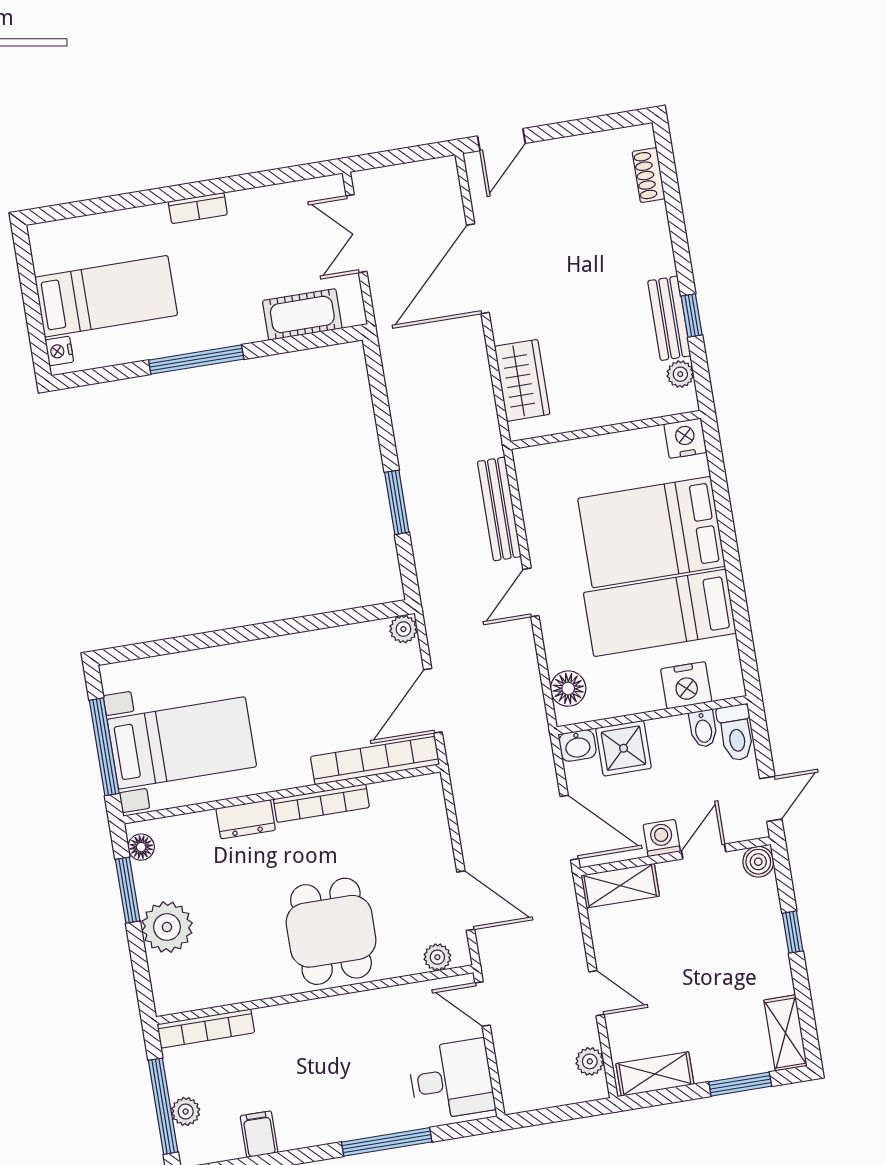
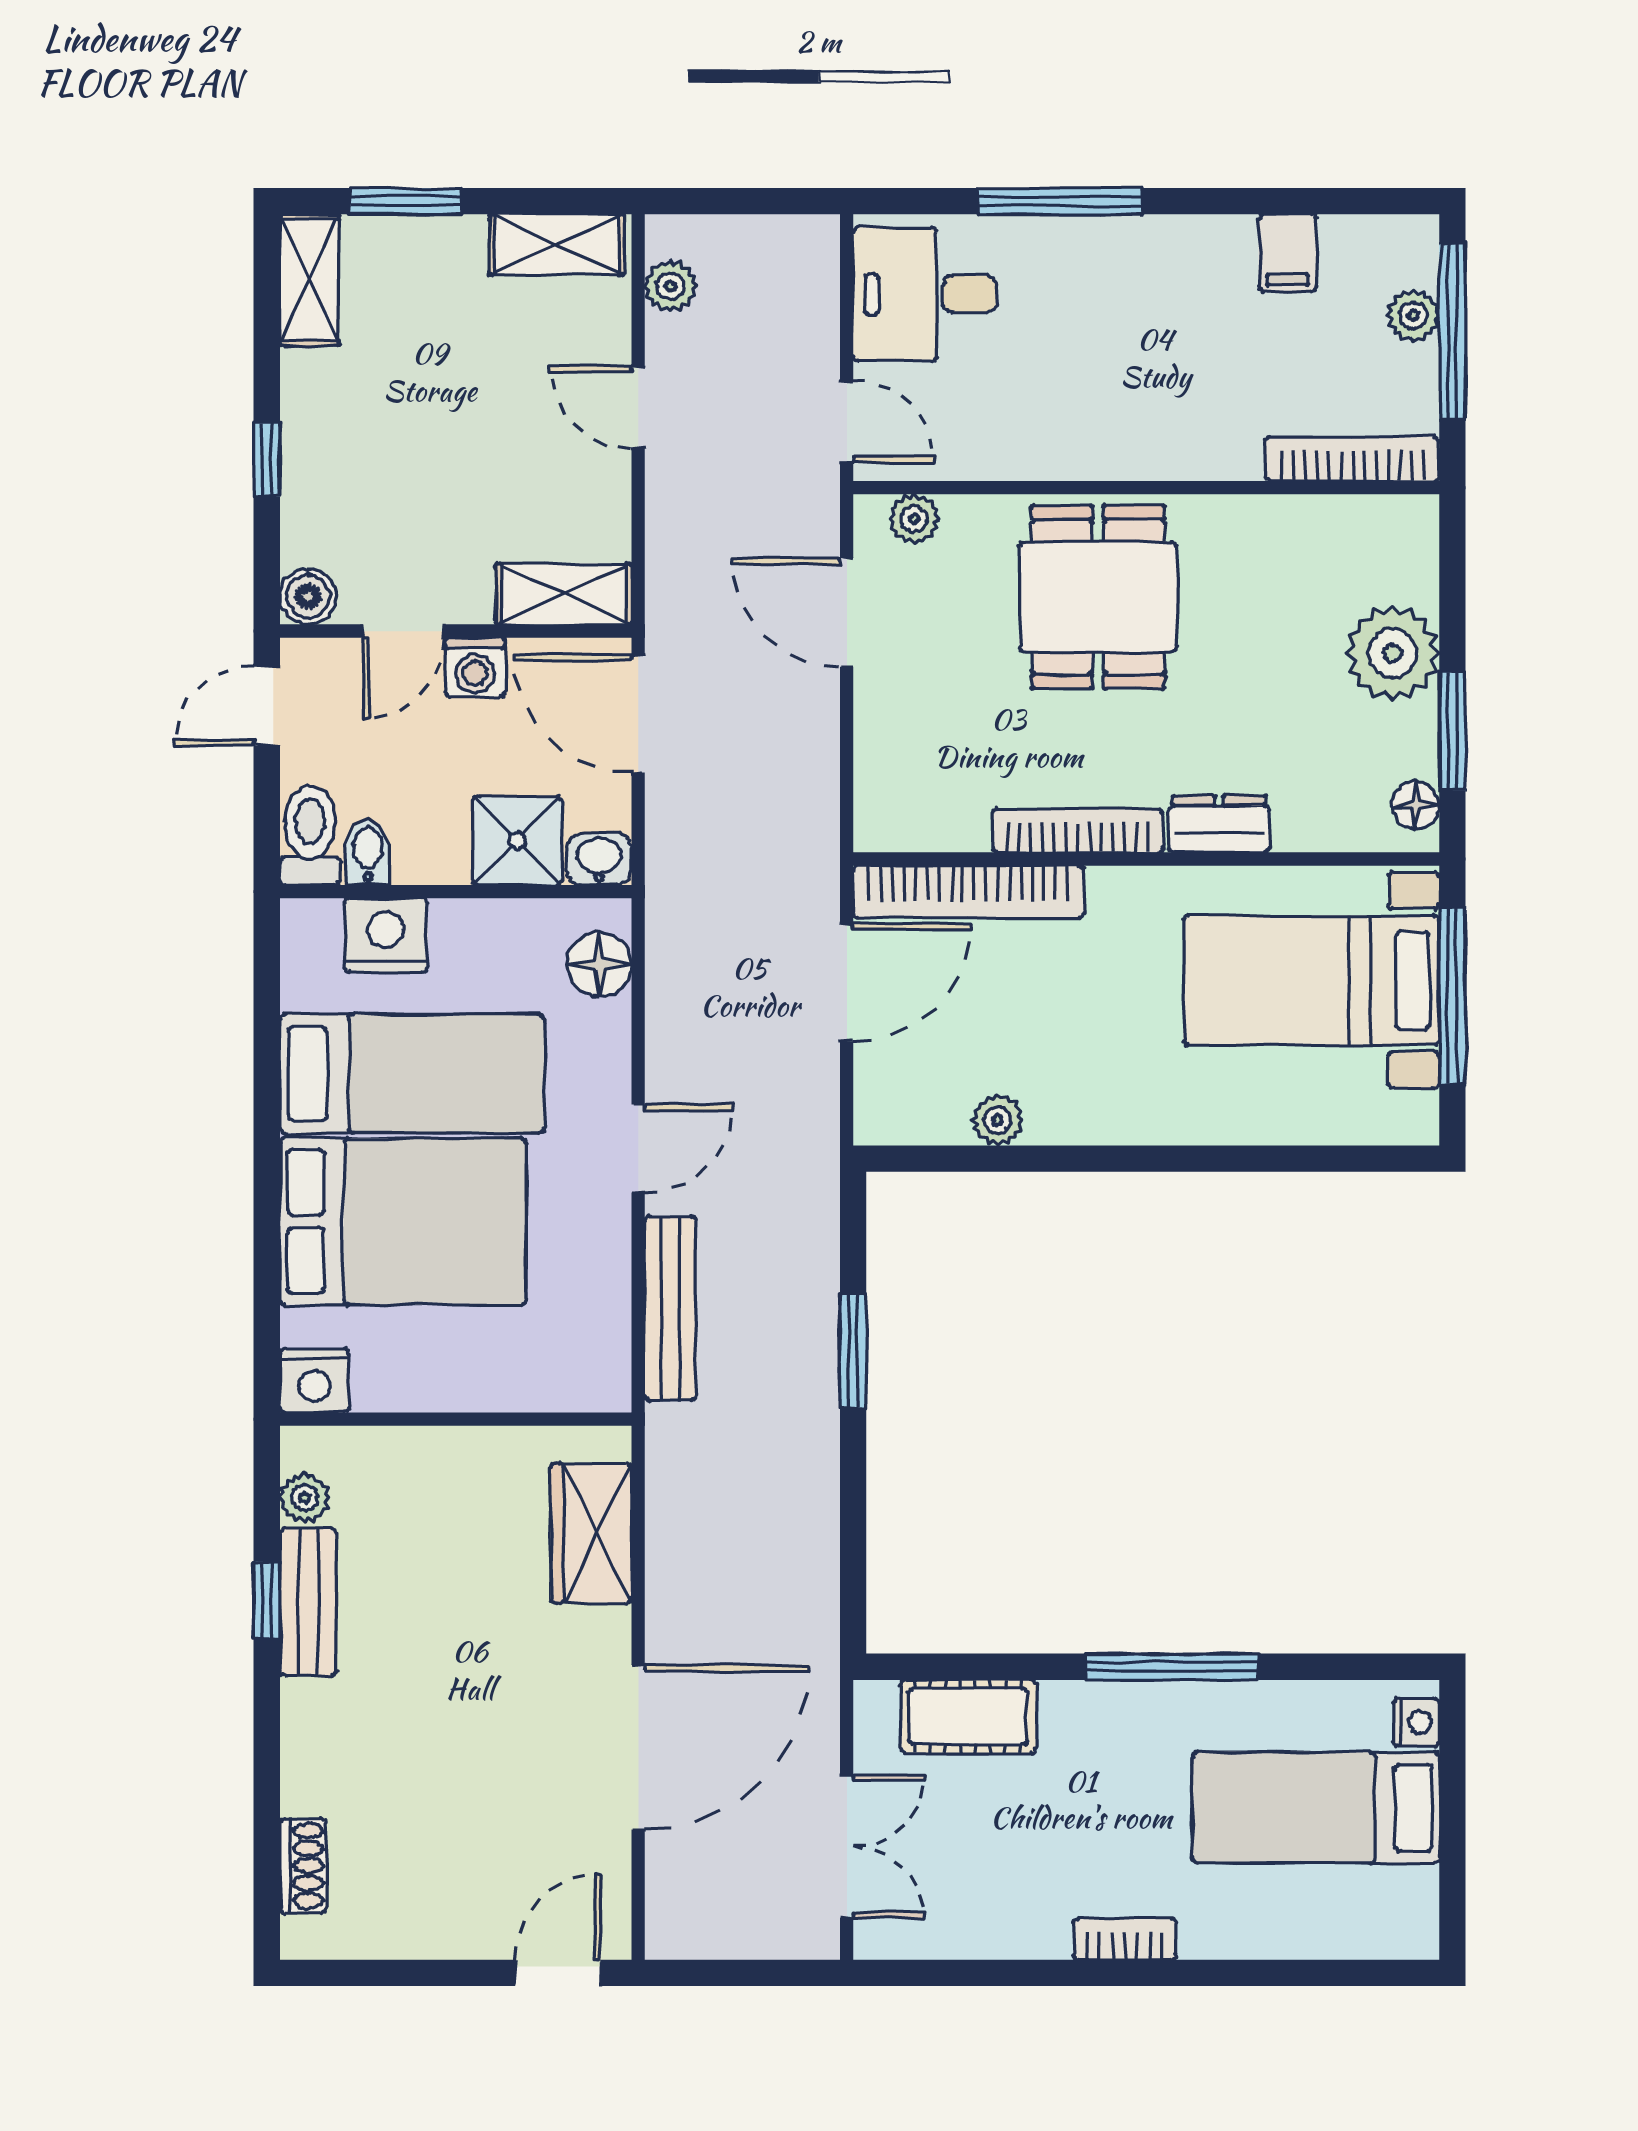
plant: (403, 629) -> (997, 1120), moved

